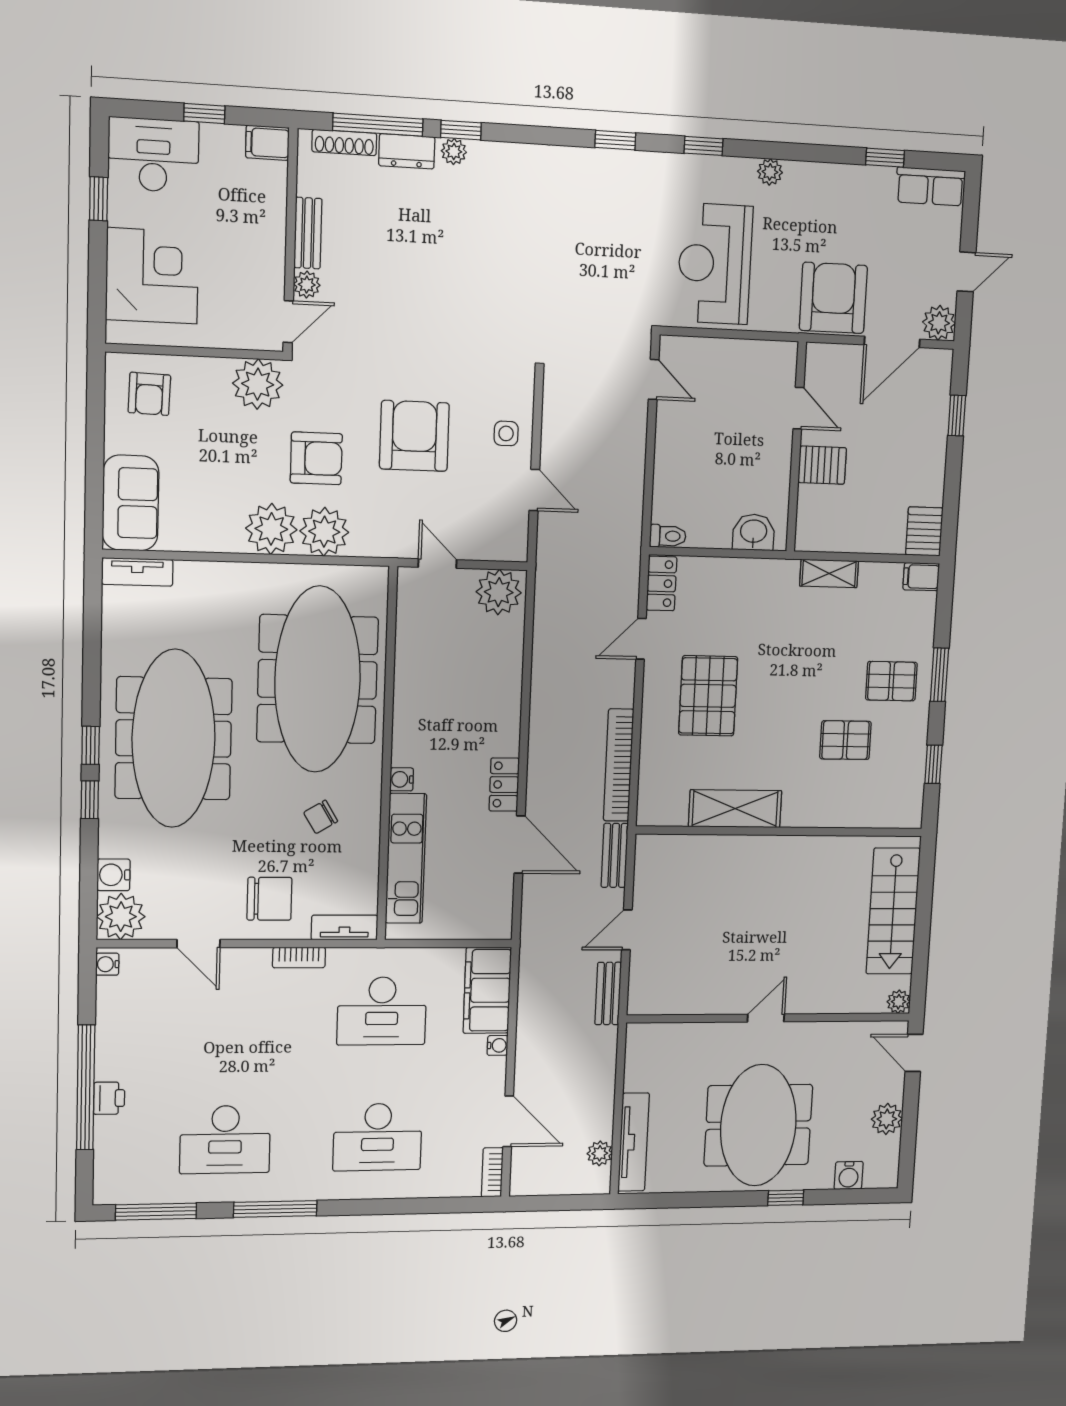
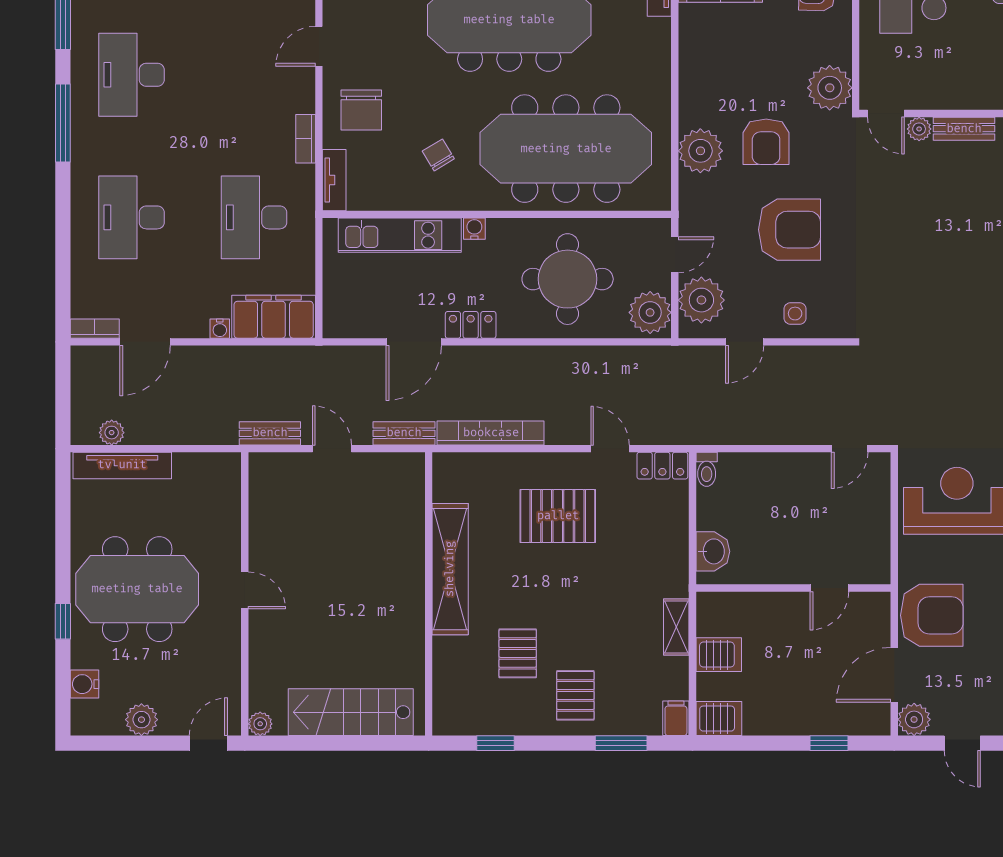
door: (892, 342) -> (894, 675), hinge flipped
server rack: (822, 465) -> (719, 655), moved, turned -90
plant: (271, 529) -> (701, 300), moved
window: (939, 675) -> (621, 743), moved
round table: (459, 680) -> (568, 279), added
shelving: (735, 809) -> (450, 569), width x1.47

